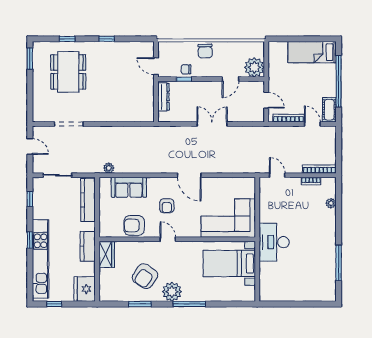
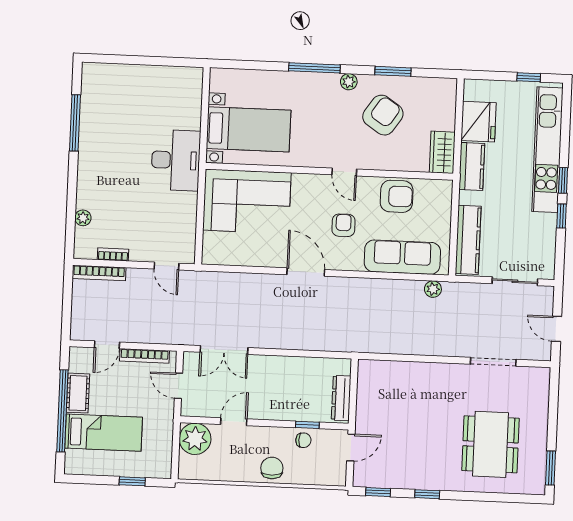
window: (67, 39) -> (378, 492), moved
window: (293, 39) -> (132, 481), added
bed: (312, 52) -> (104, 433), moved
door: (156, 66) -> (351, 447), hinge flipped
cot: (329, 110) -> (78, 393), moved
double door: (212, 124) -> (224, 350), moved
door: (312, 124) -> (107, 345), hinge flipped
sofa: (129, 187) -> (402, 257), width x1.36
window: (30, 199) -> (562, 216), moved
fridge: (85, 289) -> (479, 122), moved
plant: (172, 292) -> (349, 82), width x0.53, depth x0.53

